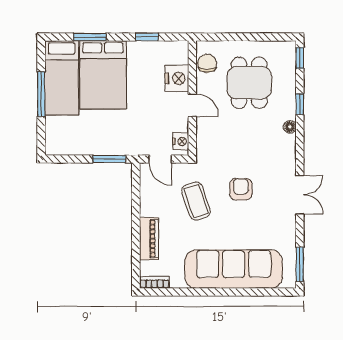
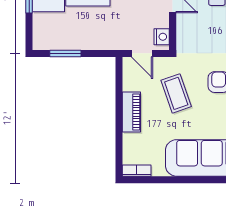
window: (109, 159) -> (65, 53), moved
piano: (149, 239) -> (131, 112), moved

